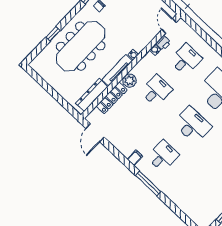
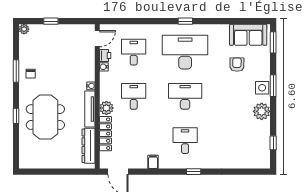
door: (169, 26) -> (97, 39), swing flipped
window: (53, 34) -> (16, 116), moved
meeting table: (81, 46) -> (45, 117), width x0.73
filing cabinet: (135, 158) -> (153, 162), moved
window: (148, 183) -> (194, 172), width x0.46

